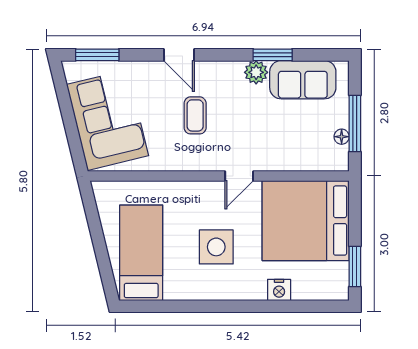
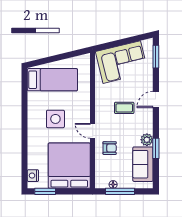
armchair: (272, 143) -> (110, 148), added
nightstand: (279, 290) -> (33, 176), moved

